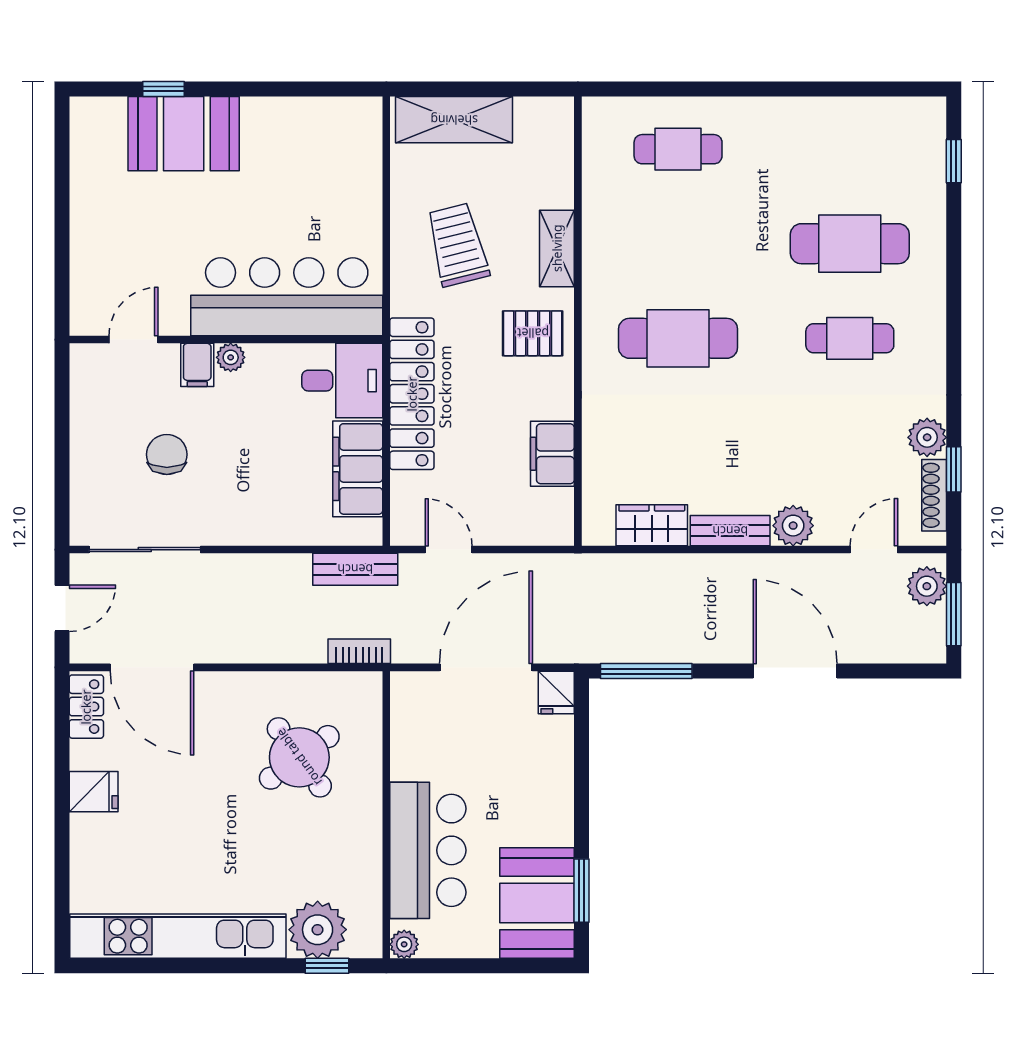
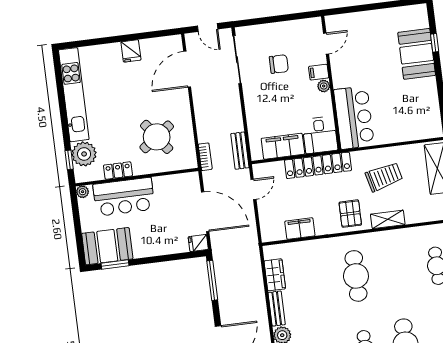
bar counter: (287, 297) -> (354, 118), width x0.73
door: (134, 340) -> (326, 44), hinge flipped
locker: (86, 707) -> (118, 171), moved, turned 180

